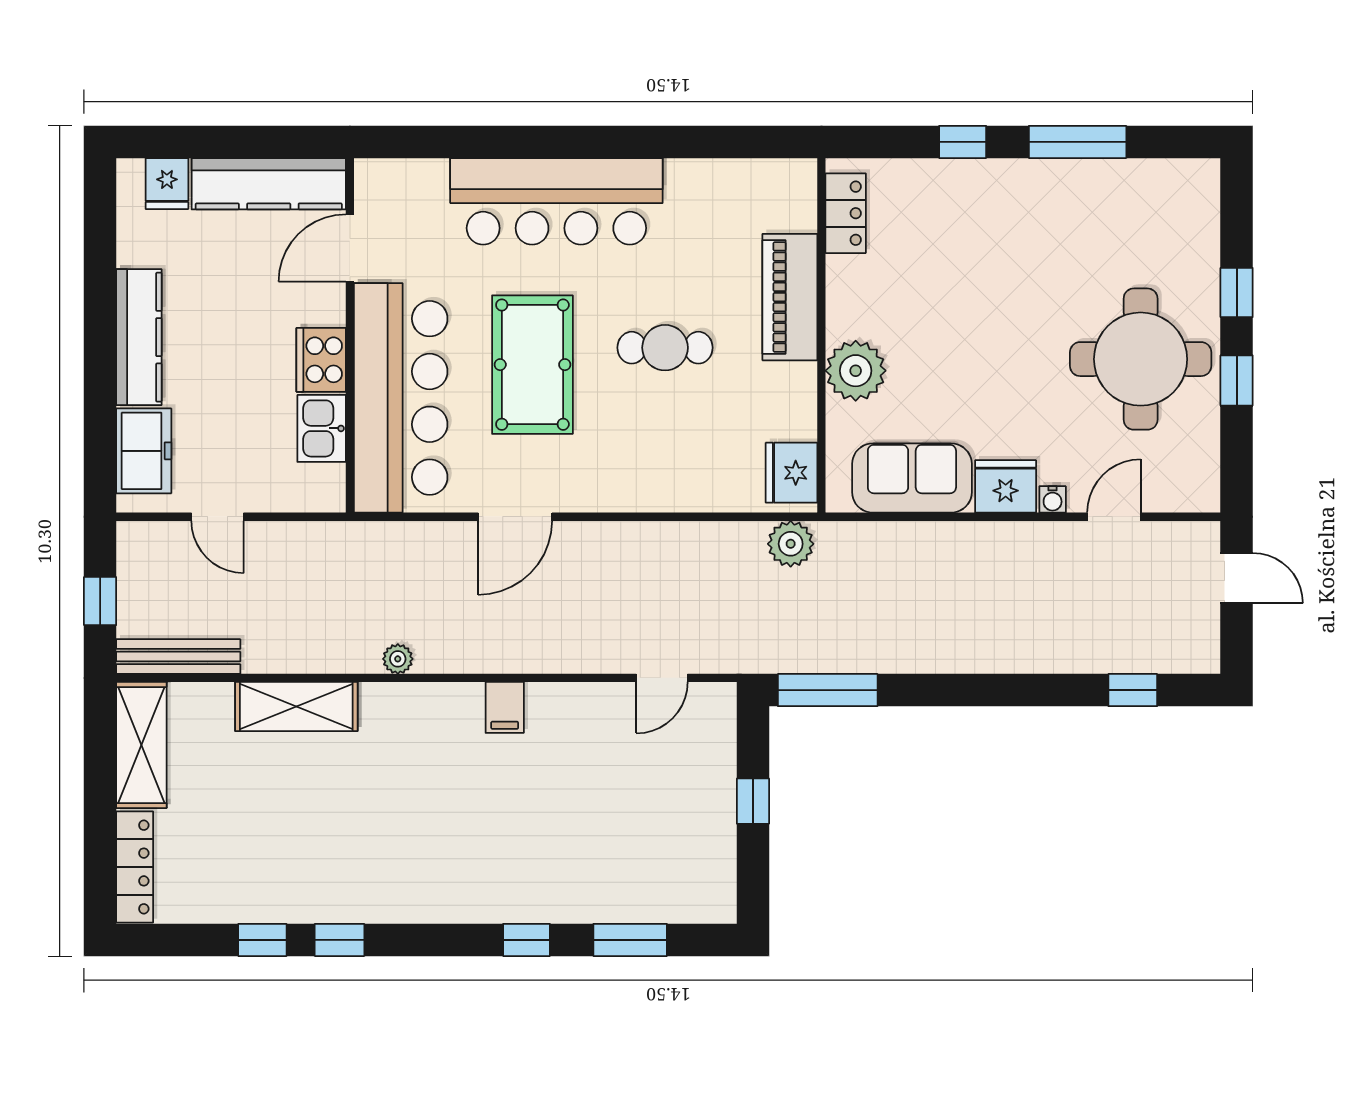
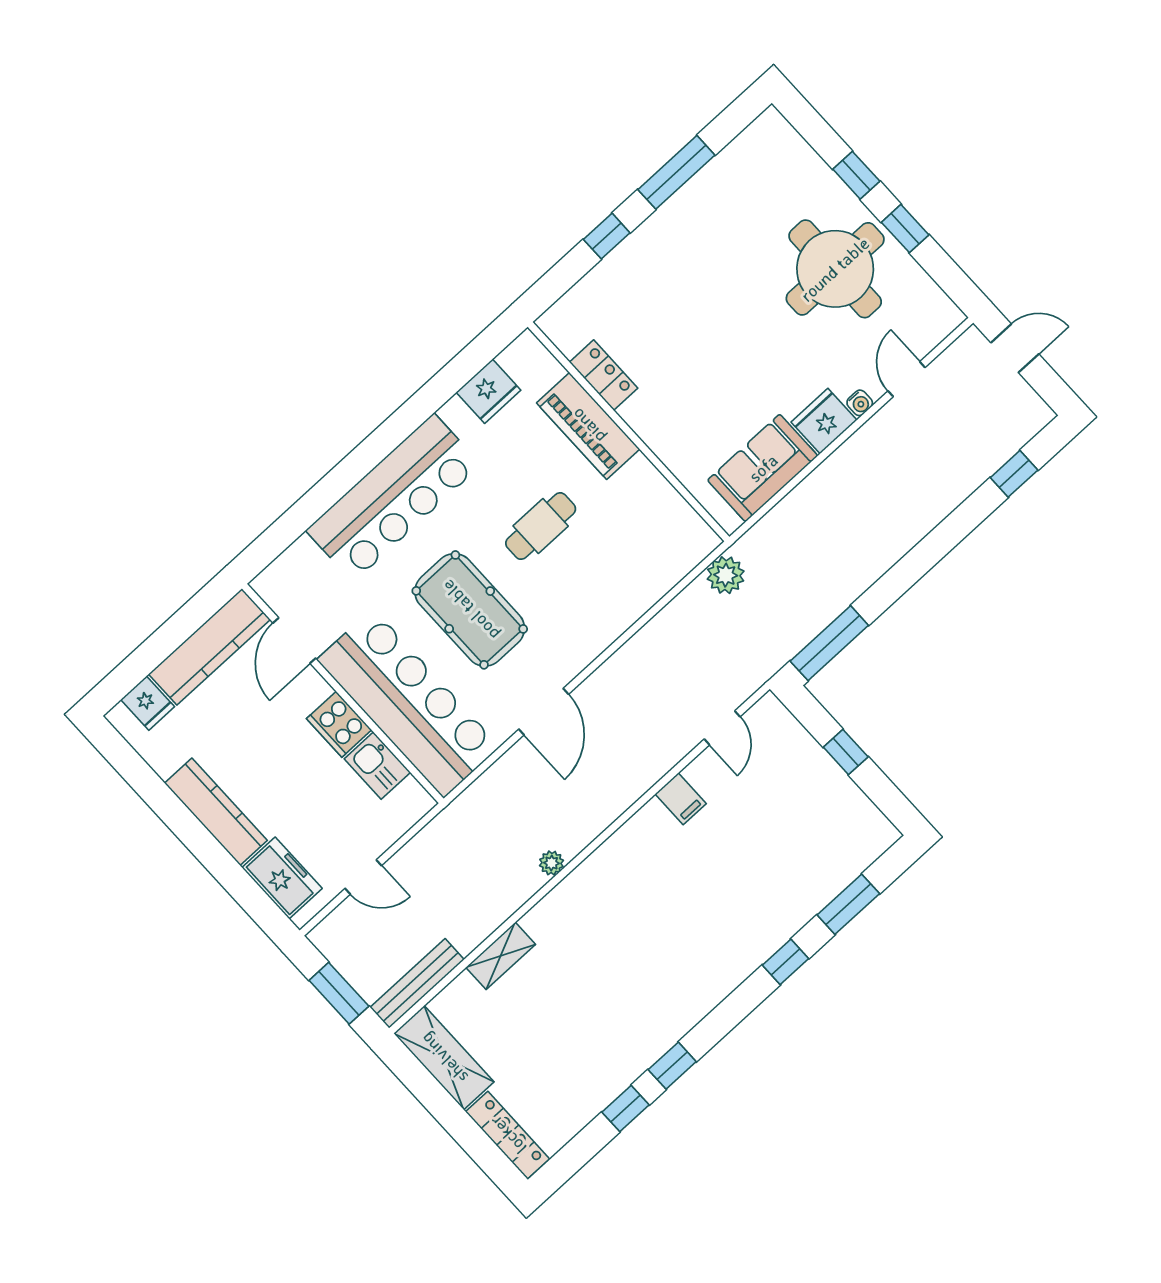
locker: (846, 213) -> (604, 375), moved
plant: (856, 371) -> (669, 434), removed
fridge: (792, 473) -> (488, 391), moved, turned -90
window: (100, 601) -> (339, 993), width x1.50
shelving: (296, 706) -> (501, 956), width x0.67, depth x0.75
filing cabinet: (505, 707) -> (681, 799), moved

